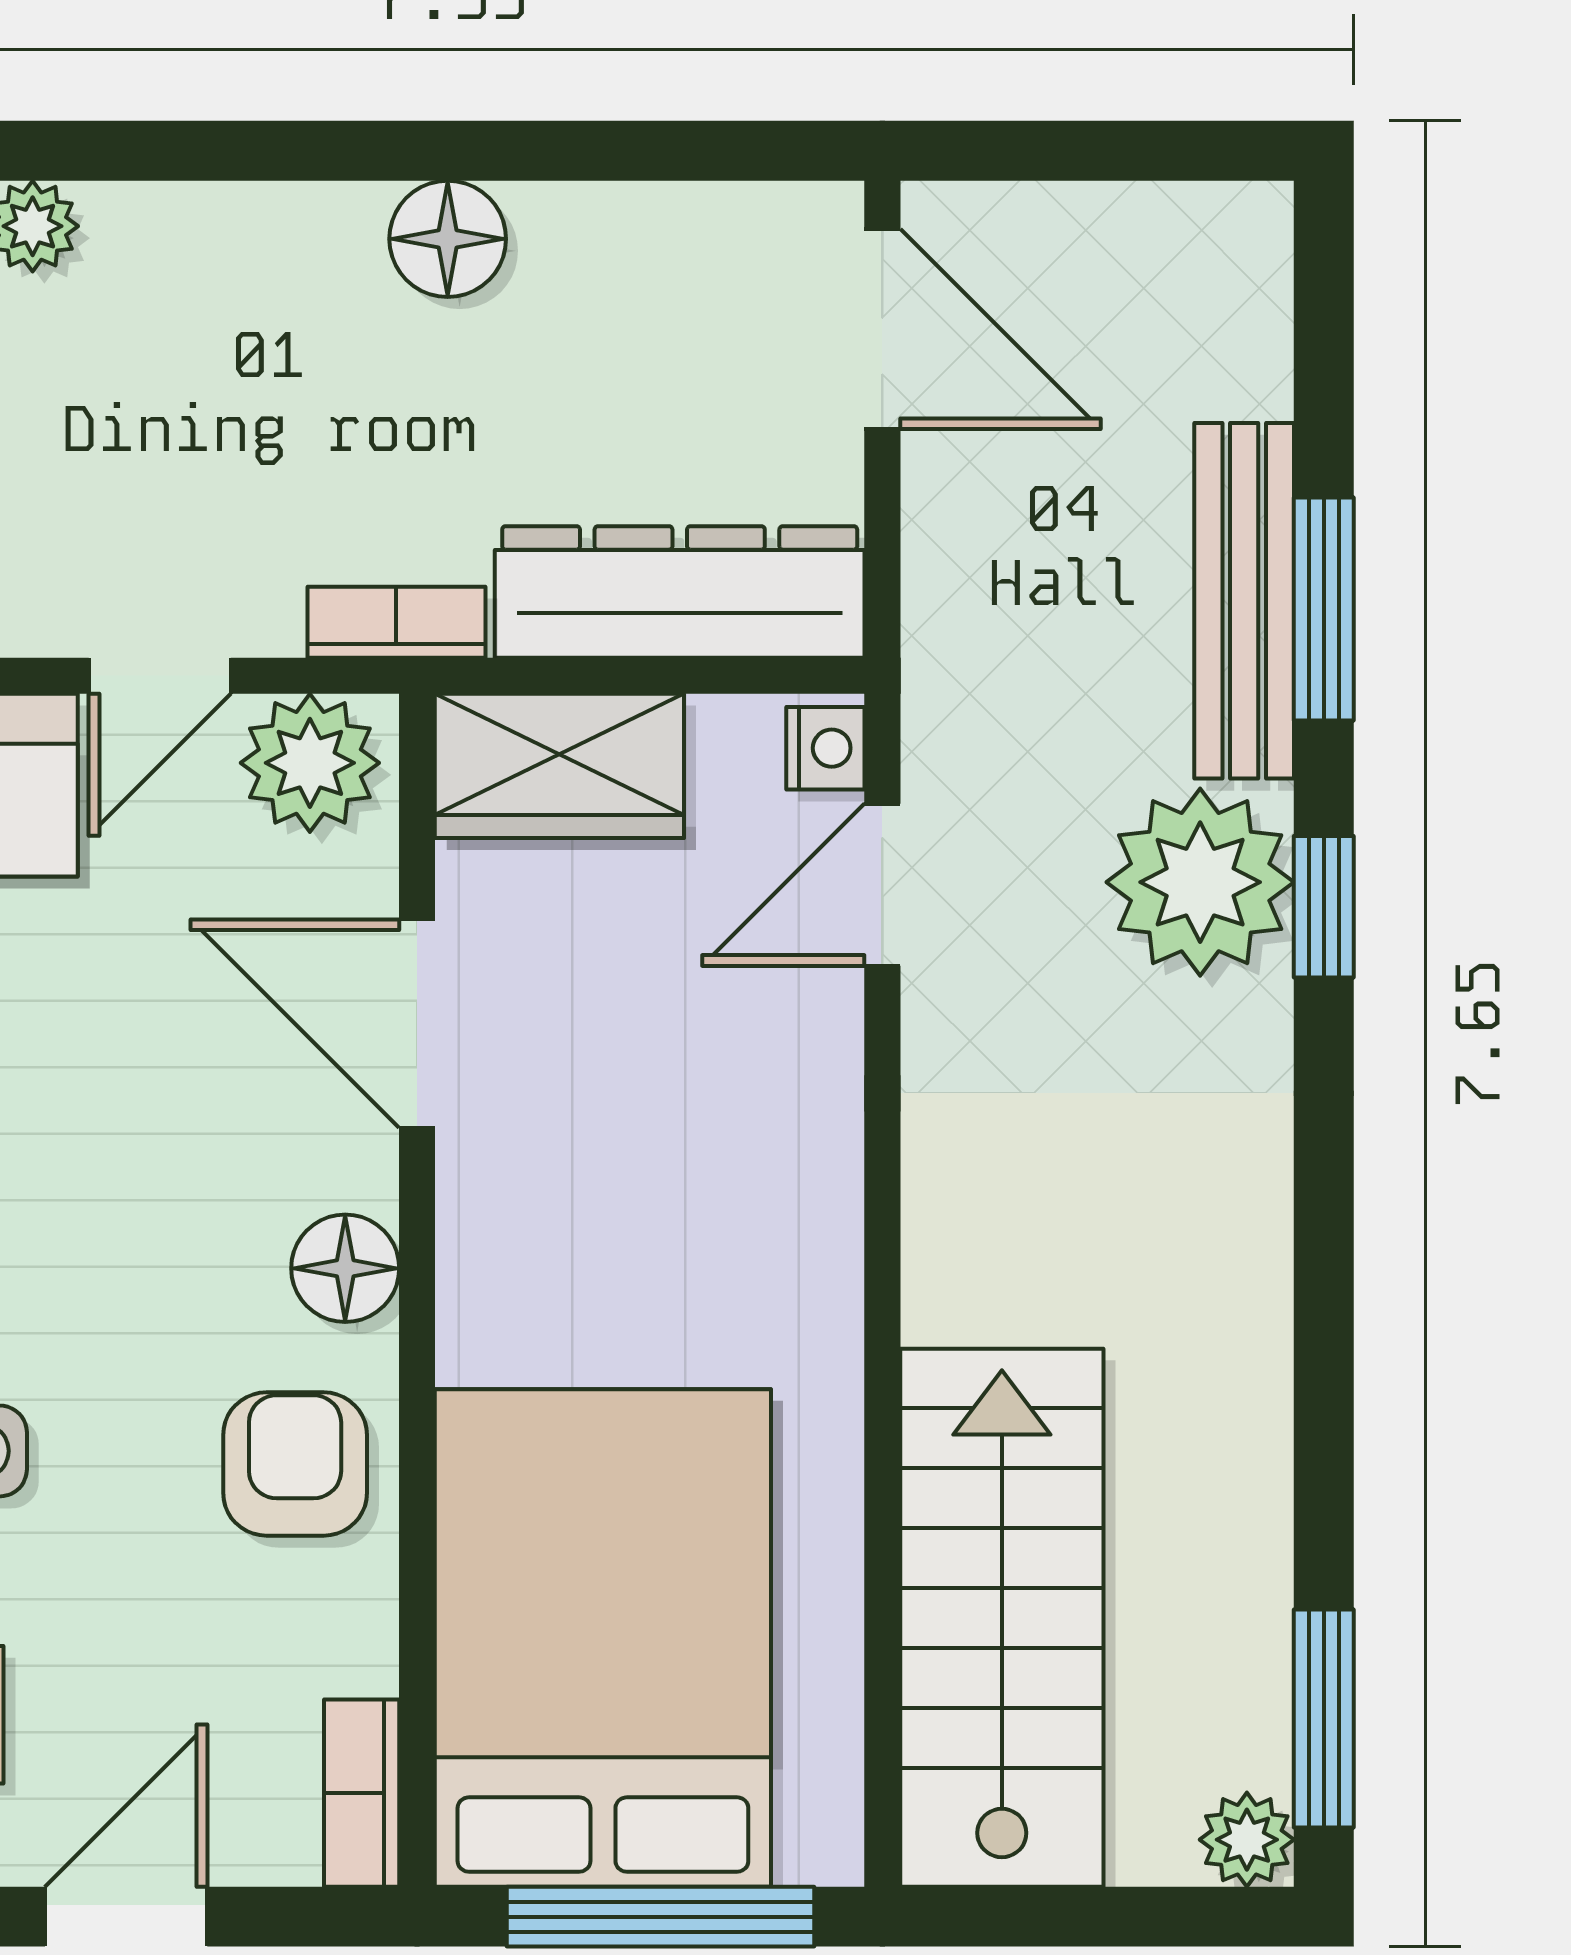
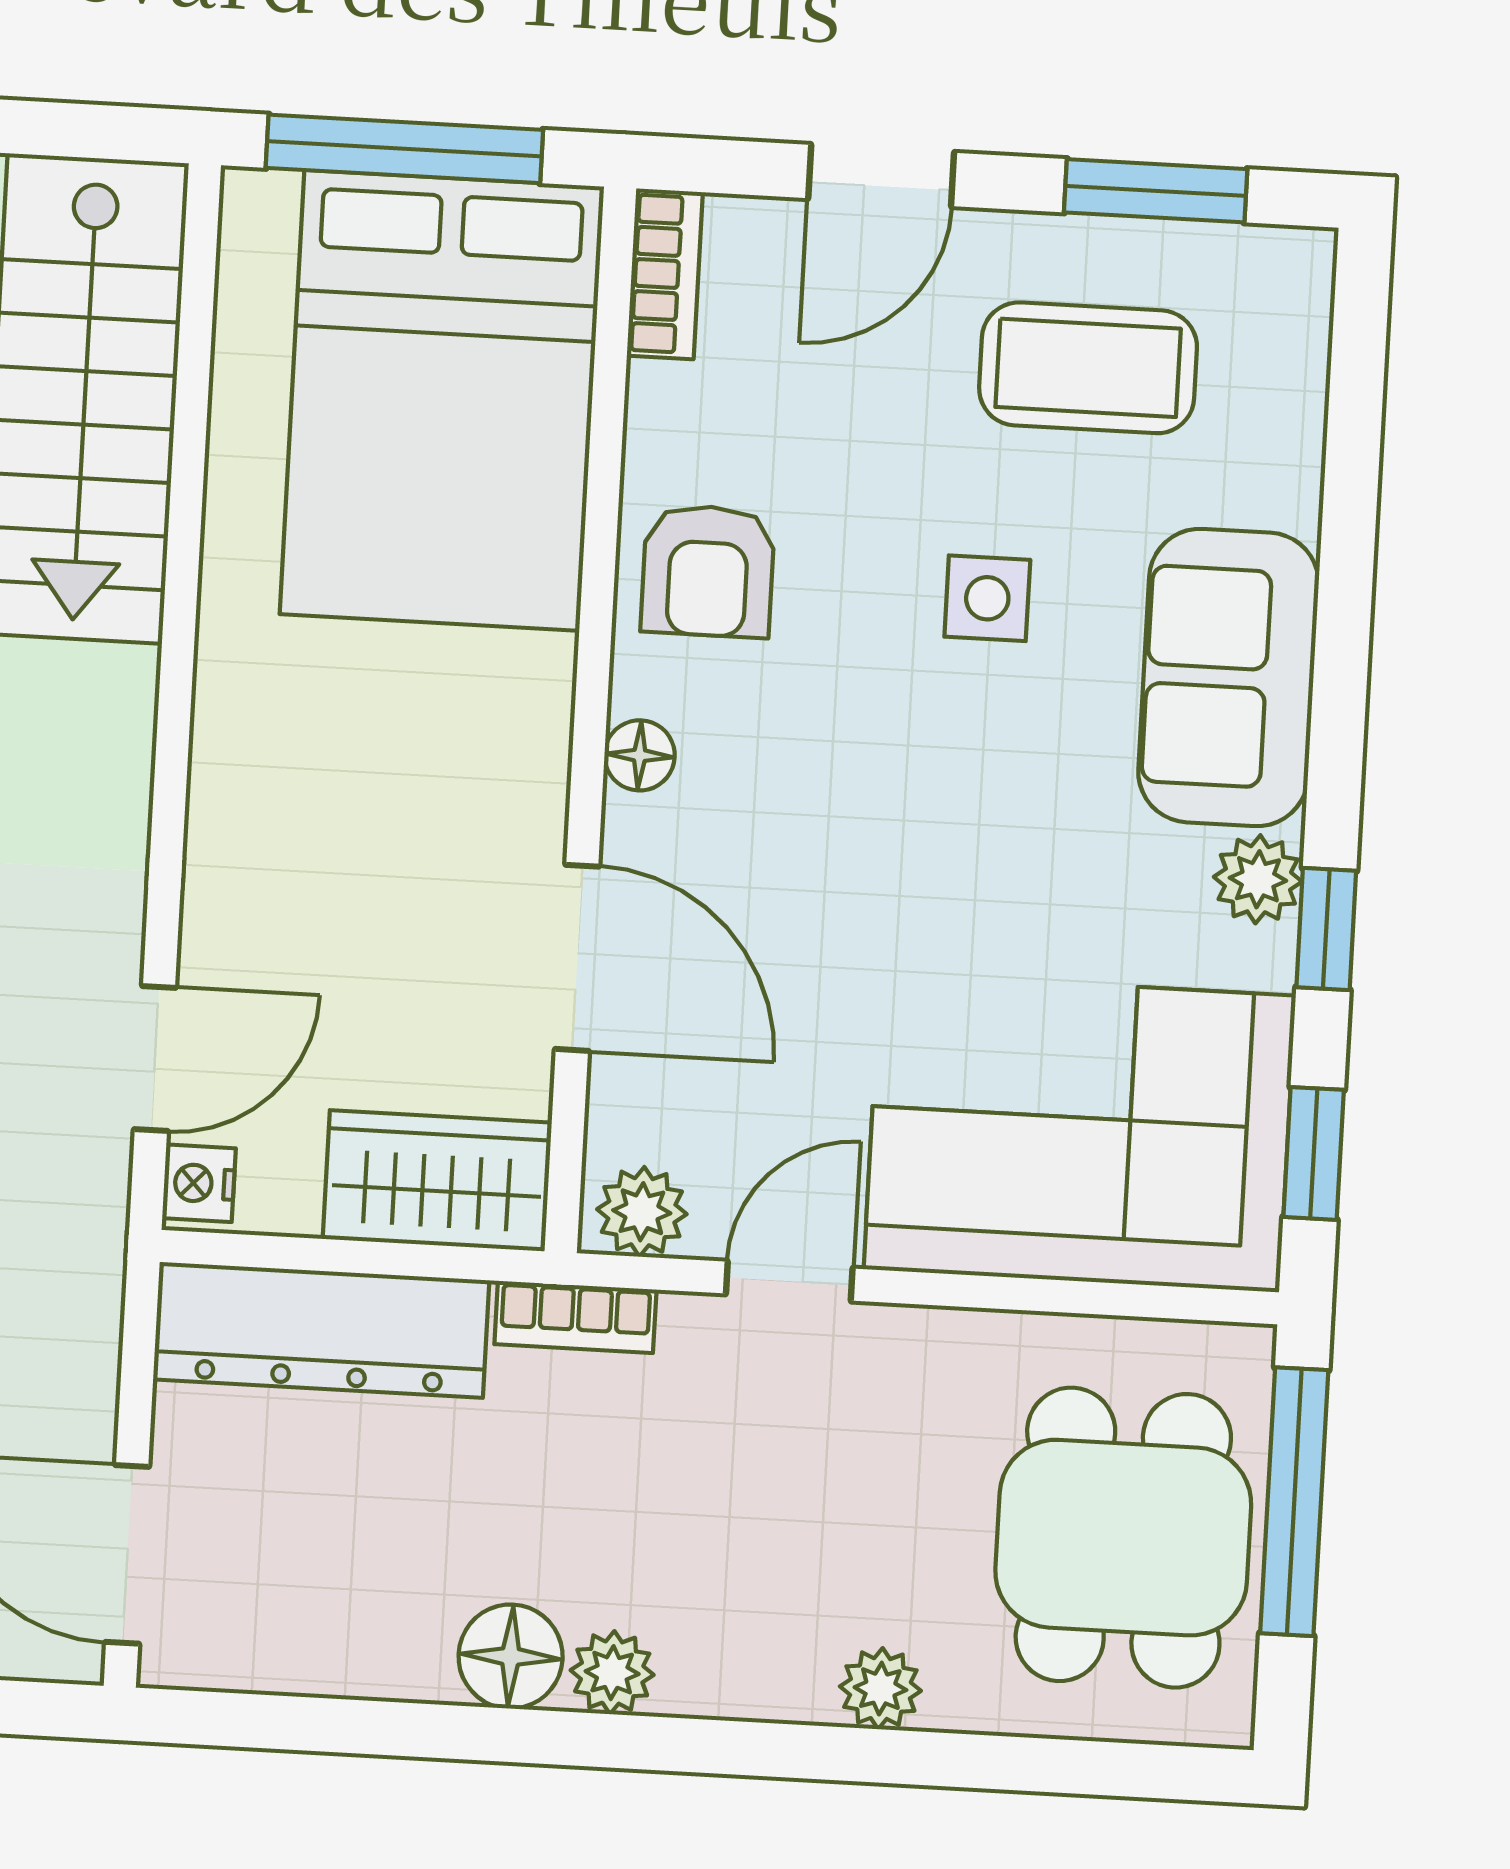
plant: (333, 227) -> (612, 1673), added
plant: (310, 763) -> (642, 1212), width x0.73, depth x0.73
floor lamp: (345, 1268) -> (640, 755), width x0.73, depth x0.73

